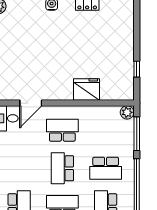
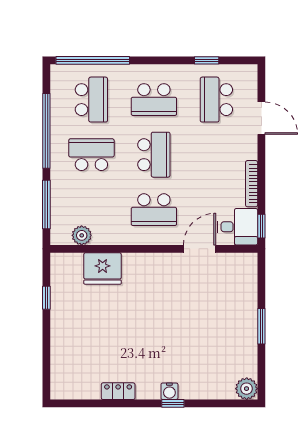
fridge: (87, 89) -> (103, 268), moved
plant: (127, 112) -> (82, 235), moved

